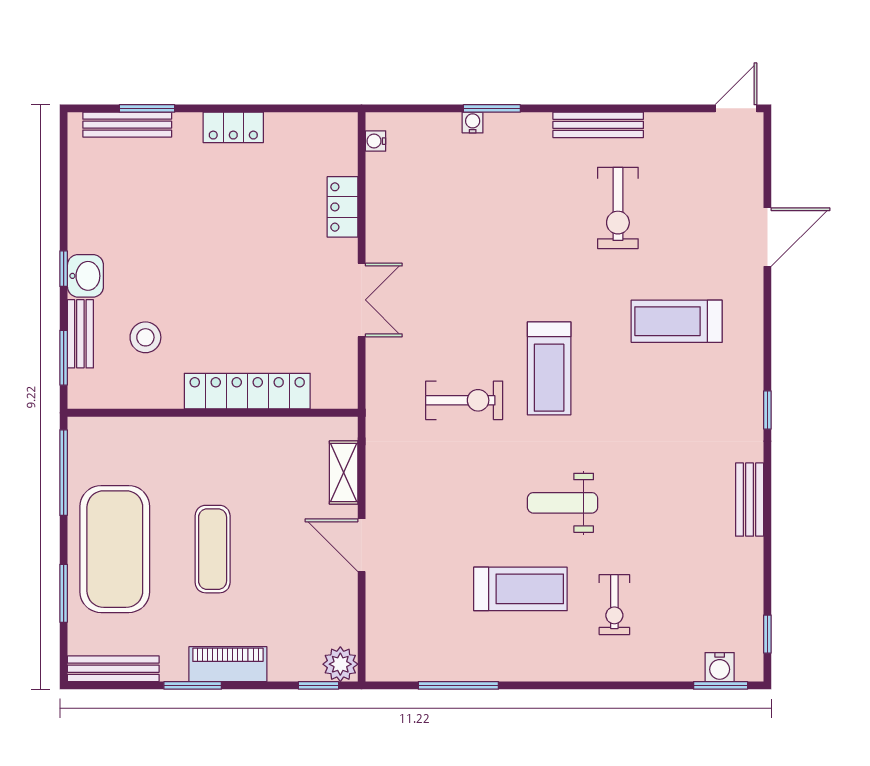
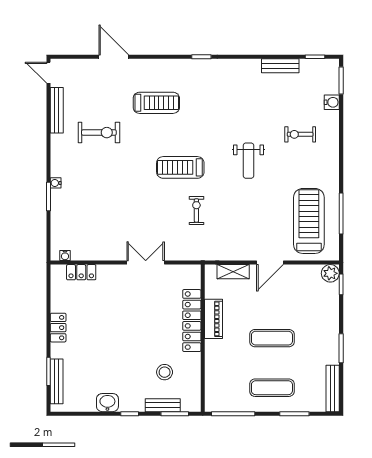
water cooler: (473, 123) -> (56, 183), moved
bench: (598, 125) -> (57, 110), moved
locker: (343, 207) -> (81, 272), moved
washbasin: (85, 276) -> (107, 403), moved
treadmill: (677, 321) -> (156, 103), turned -90
treadmill: (549, 368) -> (180, 167), turned 180
exercise bike: (464, 400) -> (196, 210), width x0.73, depth x0.72
bench: (750, 500) -> (280, 66), moved
exercise mat: (115, 549) -> (272, 388), width x0.50, depth x0.69
treadmill: (520, 589) -> (309, 221), moved, width x1.37, depth x1.38
exercise bike: (614, 605) -> (300, 134), turned 180
piano: (228, 664) -> (214, 319), moved, turned 180
water cooler: (720, 667) -> (332, 102), moved

